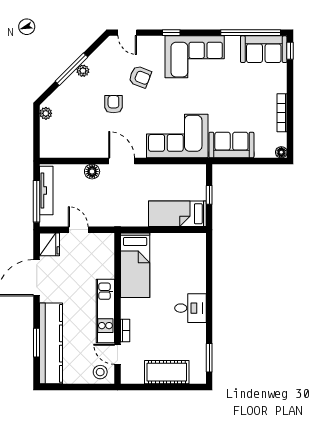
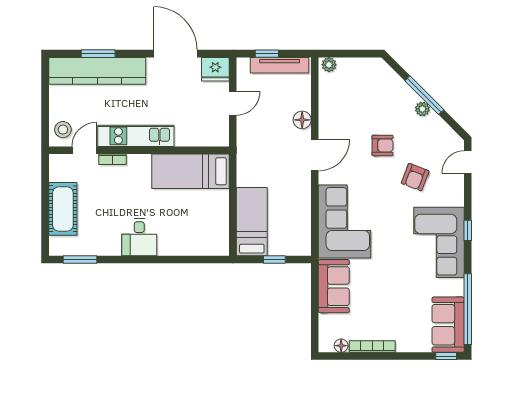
window: (171, 33) -> (468, 230), moved
plant: (46, 113) -> (329, 65), moved
floor lamp: (281, 152) -> (341, 346), moved
window: (37, 201) -> (267, 54), width x0.46

